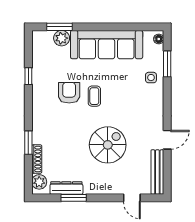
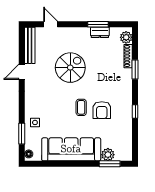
window: (28, 76) -> (135, 111), moved
spiral stairs: (108, 145) -> (70, 68), turned 180
dresser: (66, 188) -> (100, 32), width x0.70

